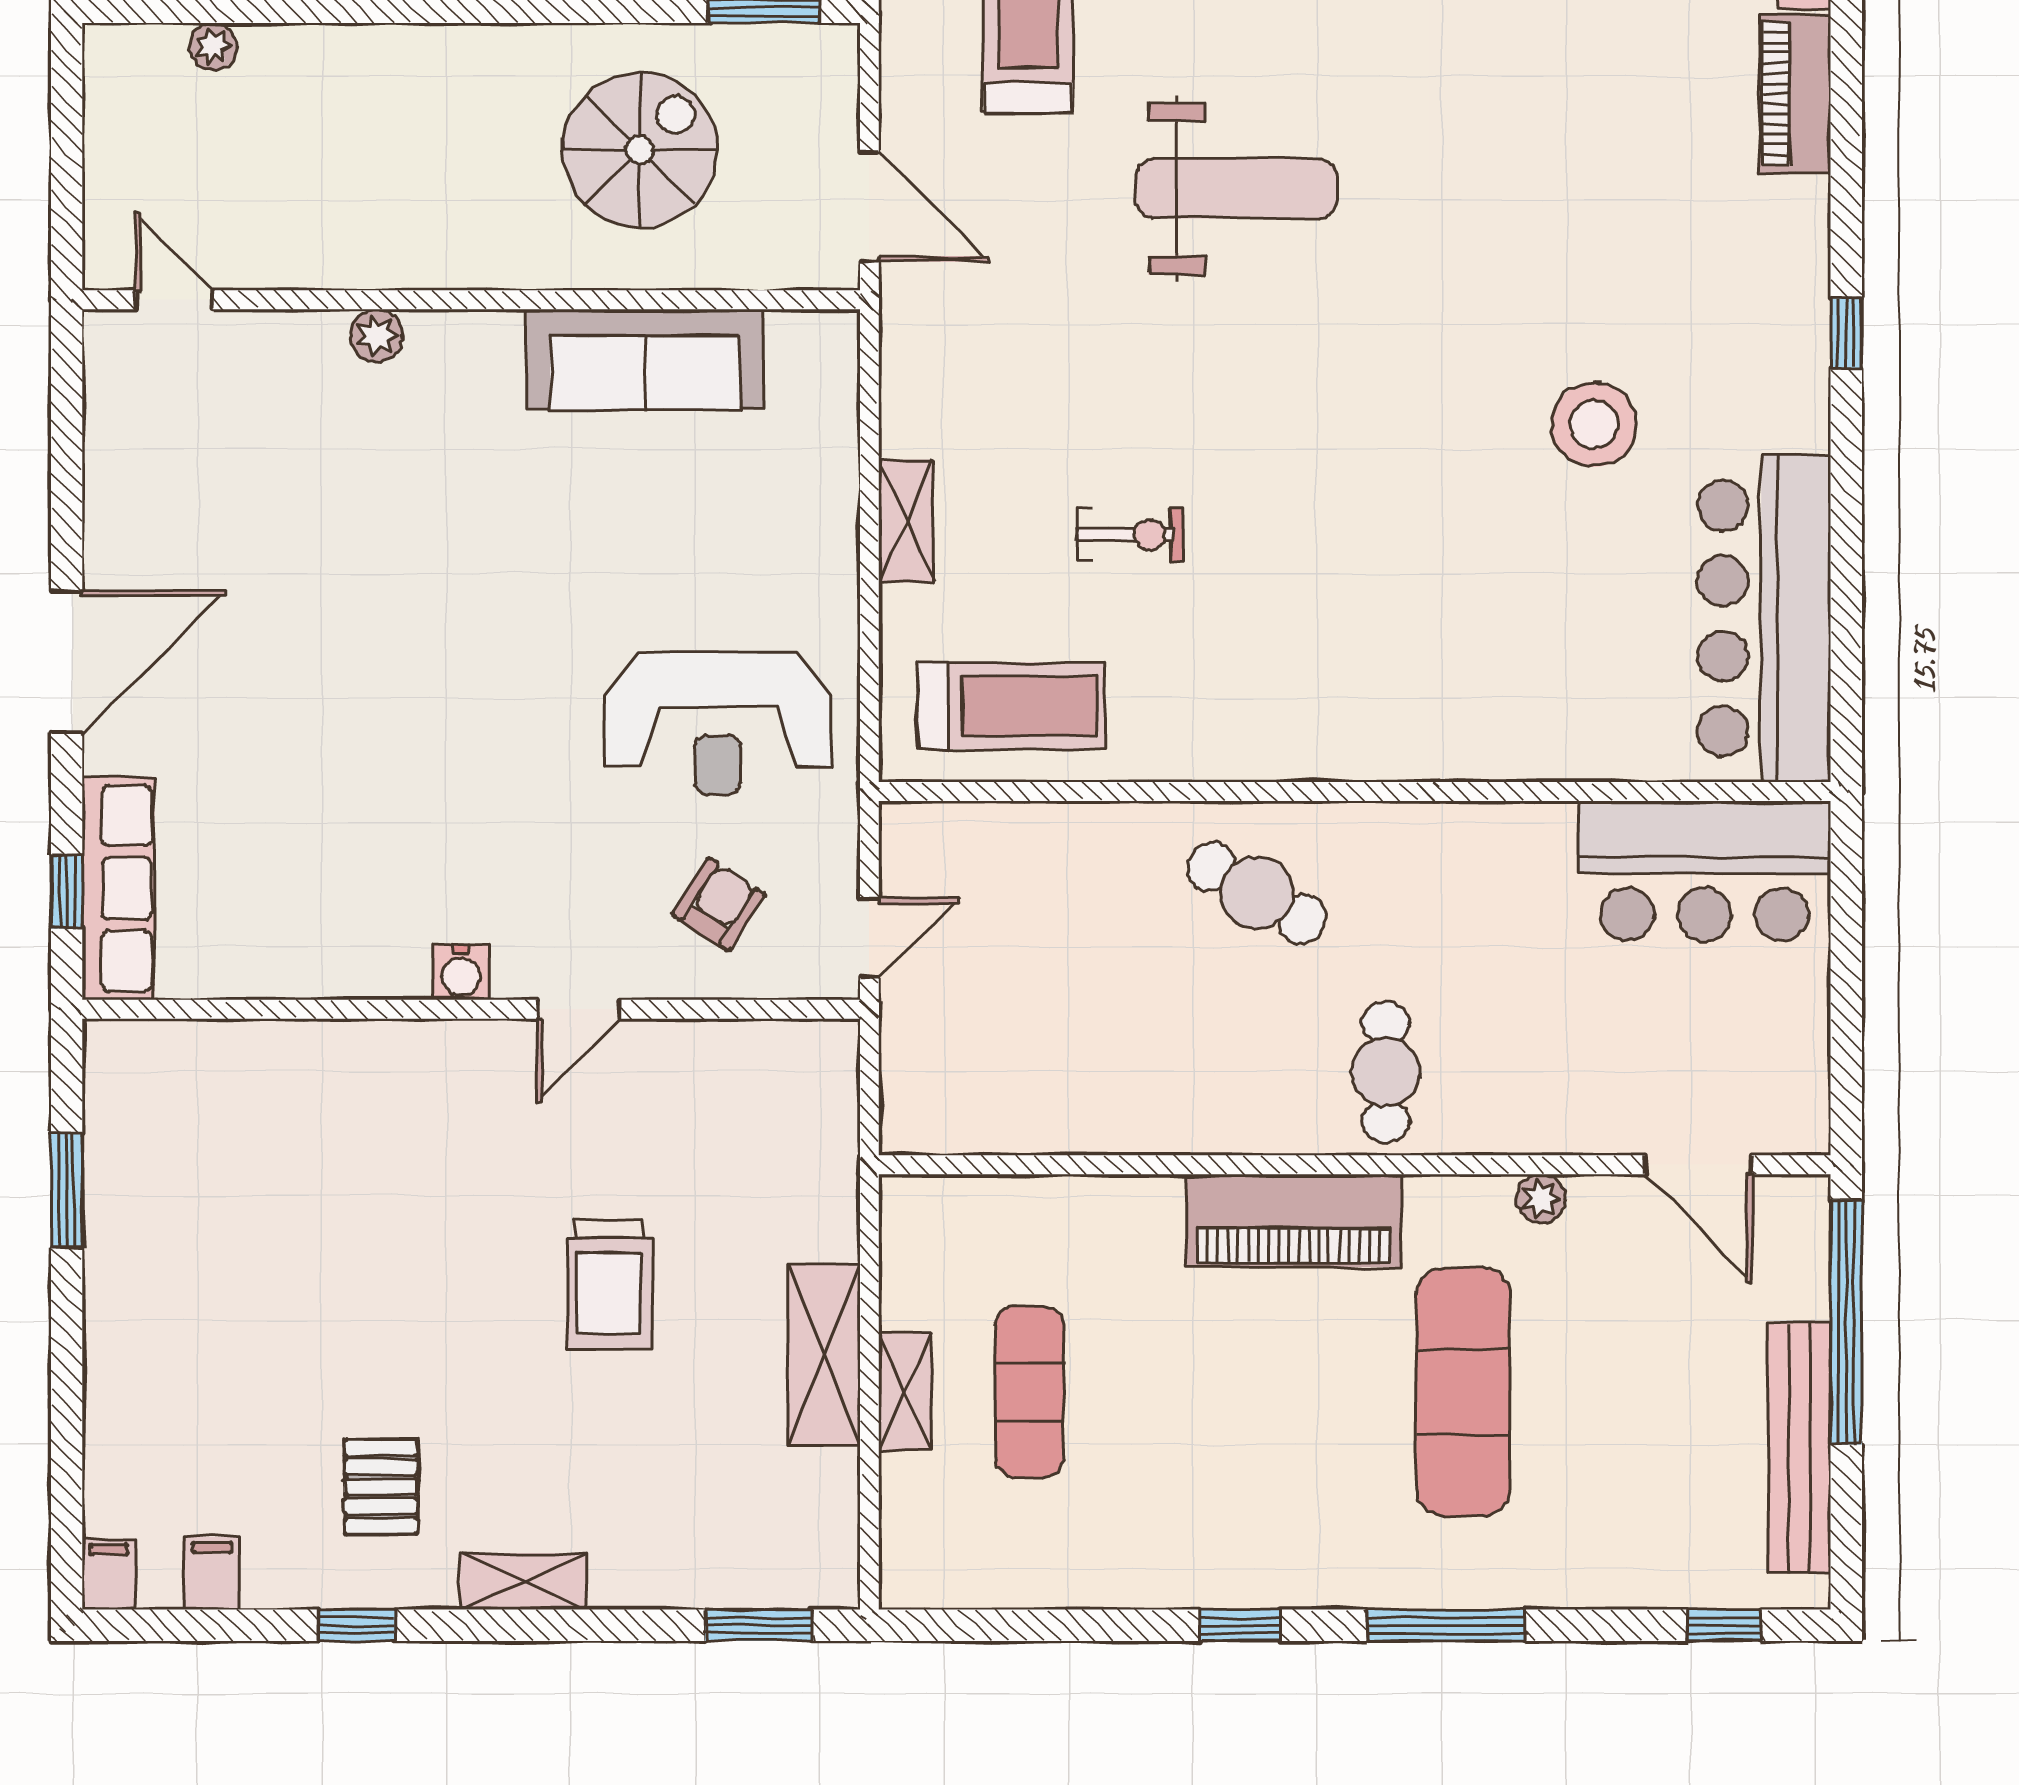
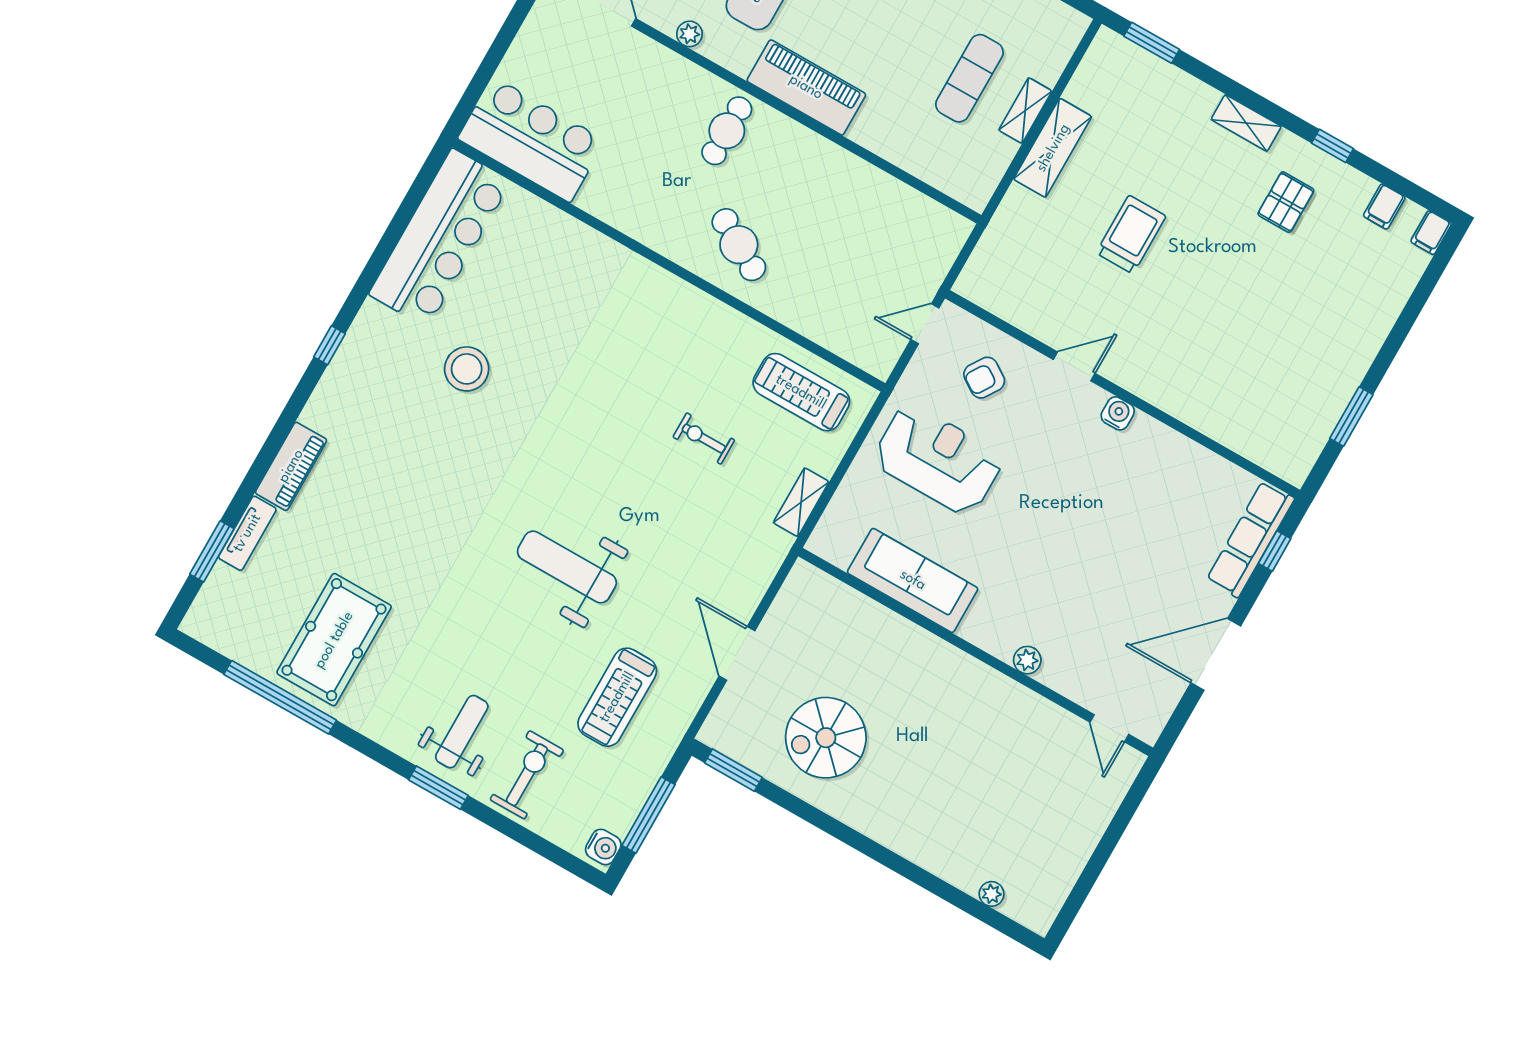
door: (174, 300) -> (1109, 728), moved
wall: (471, 300) -> (976, 652), moved
plant: (377, 336) -> (1027, 660), moved
sofa: (645, 359) -> (913, 580), moved

